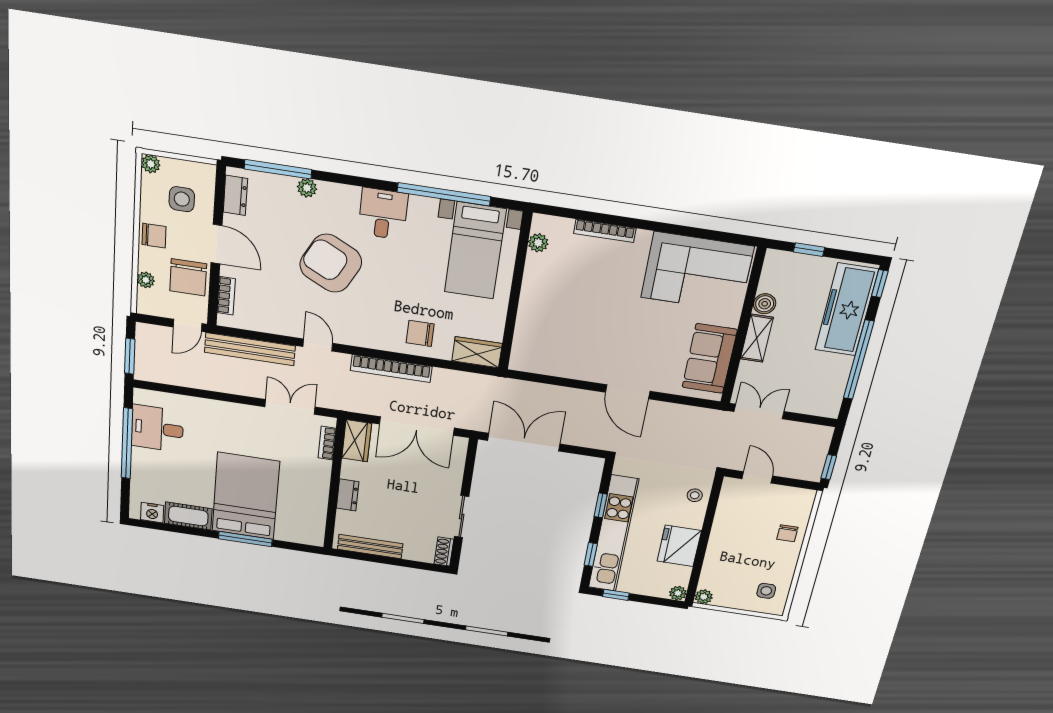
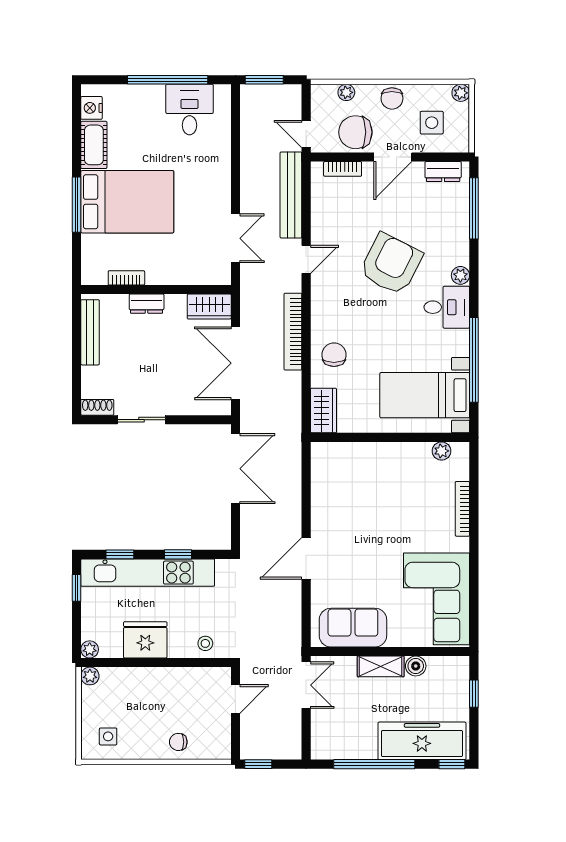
plant: (307, 188) -> (460, 275), moved
bookcase: (327, 443) -> (126, 278), moved

